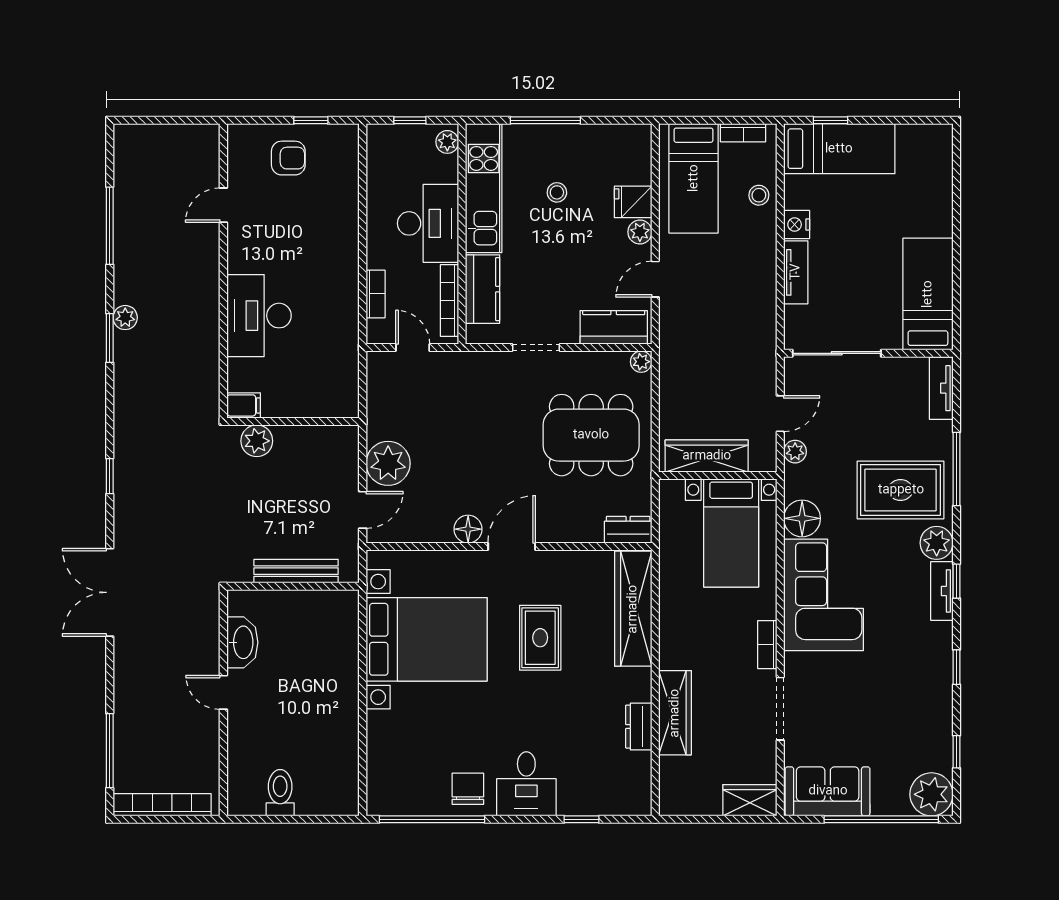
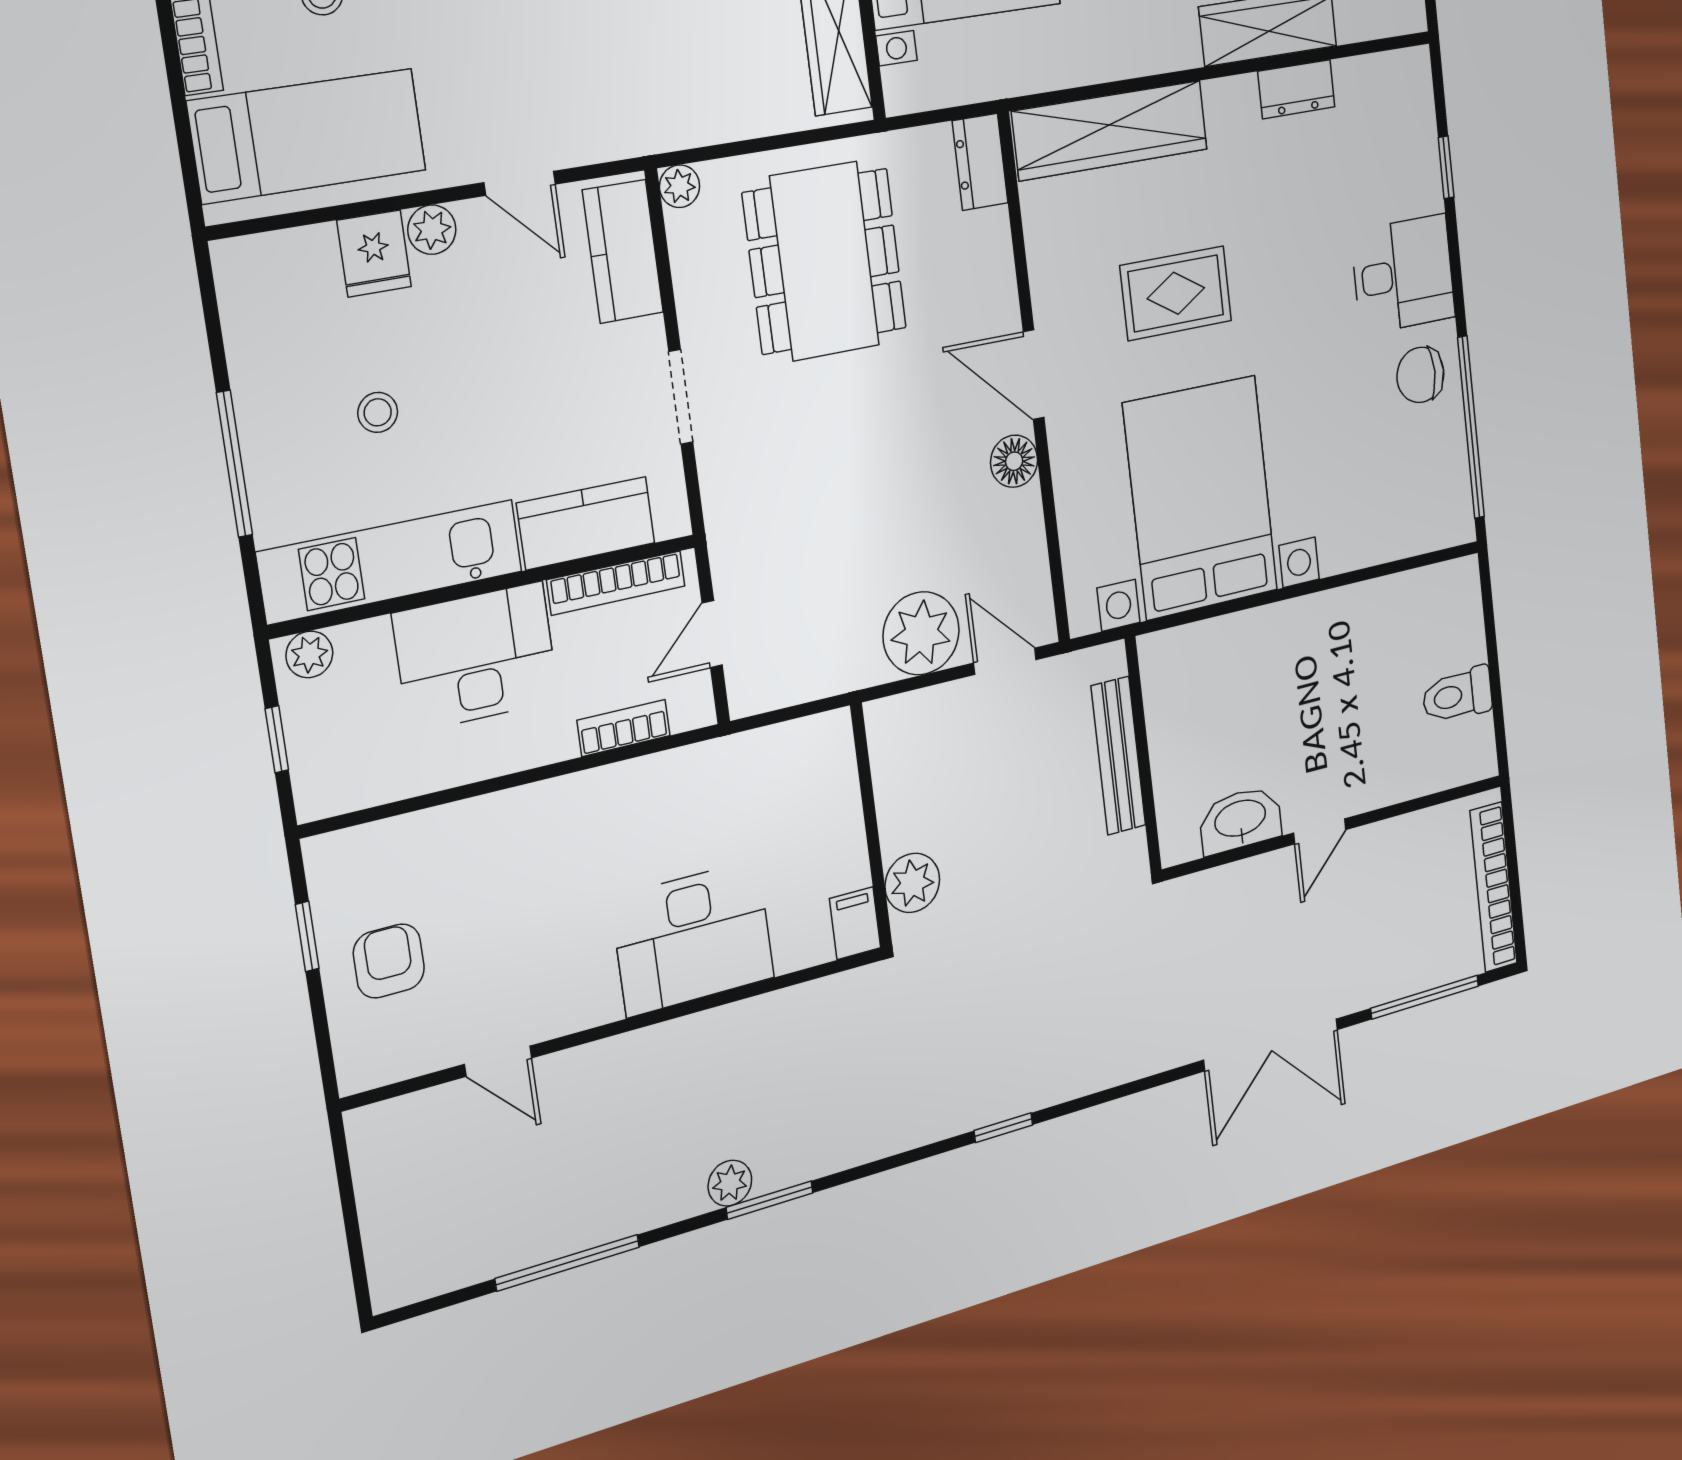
double door: (110, 592) -> (1271, 1045), moved

